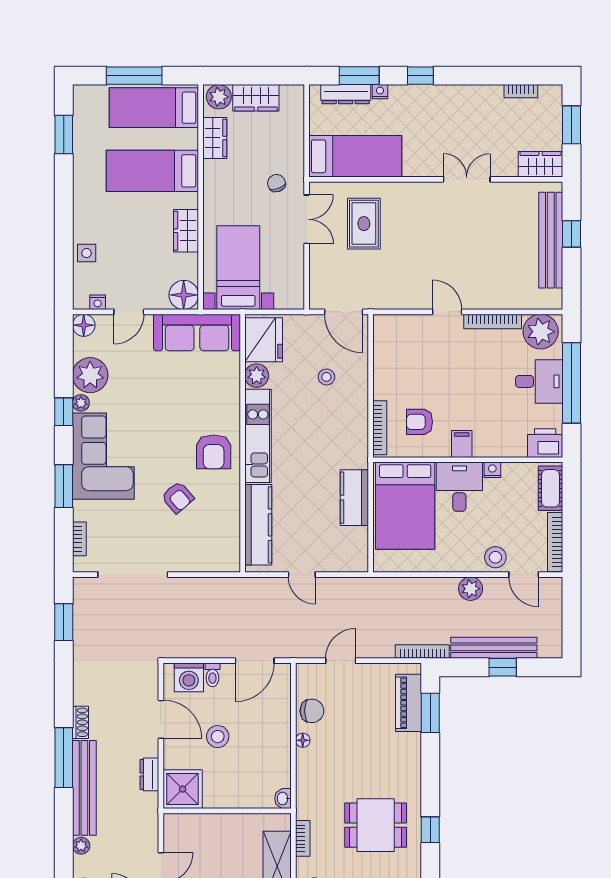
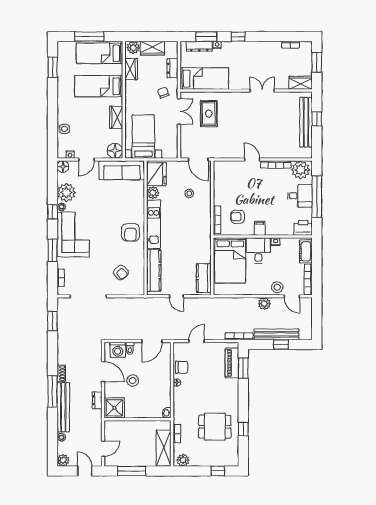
dresser: (294, 136) -> (172, 68), added
armchair: (178, 497) -> (121, 273), moved
kitchen counter: (354, 498) -> (204, 278), moved

